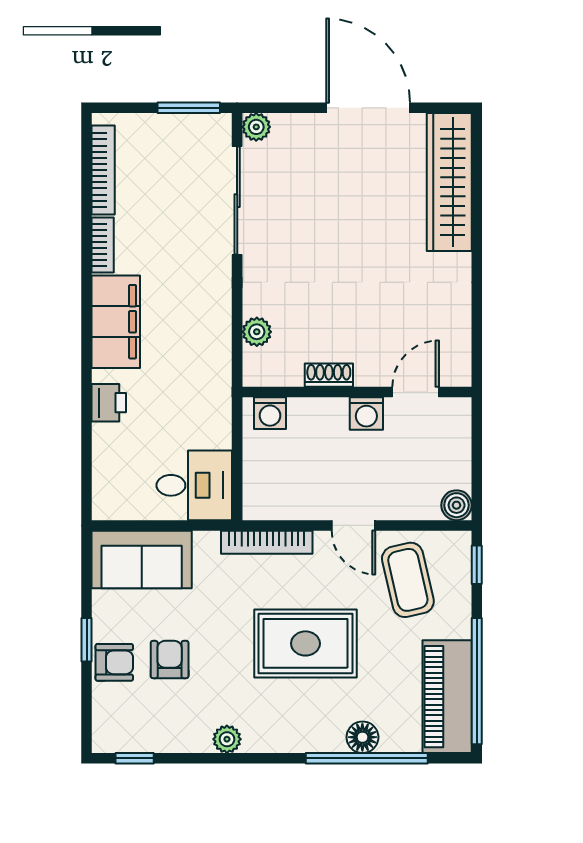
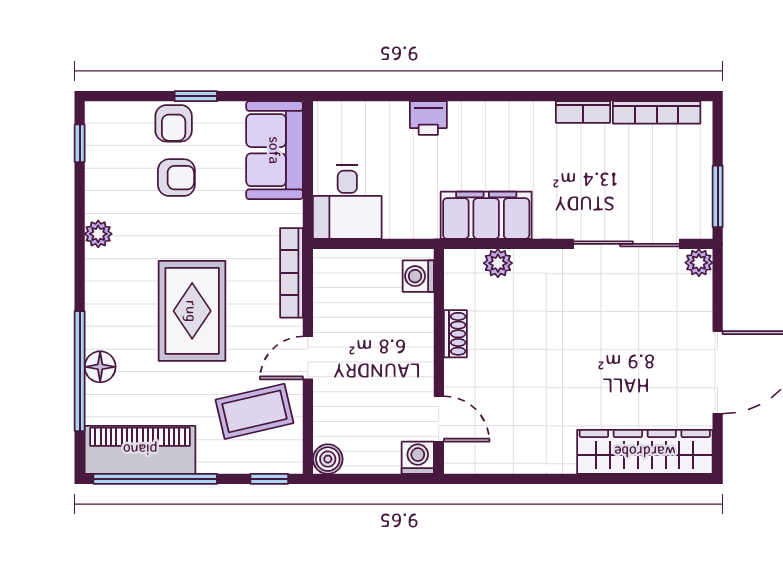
filing cabinet: (116, 322) -> (486, 215), moved, turned 180
washing machine: (366, 413) -> (418, 458), moved, turned 90

